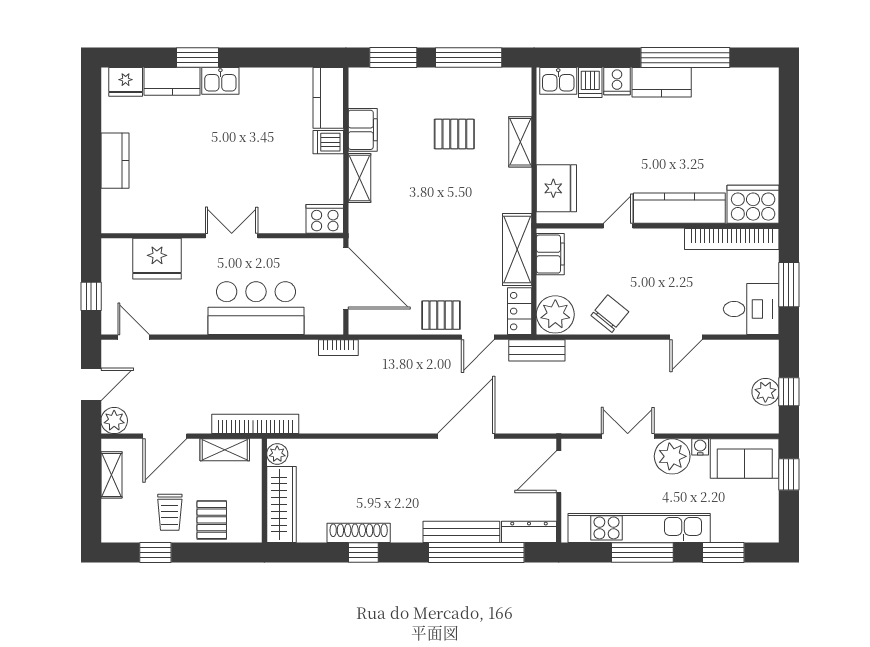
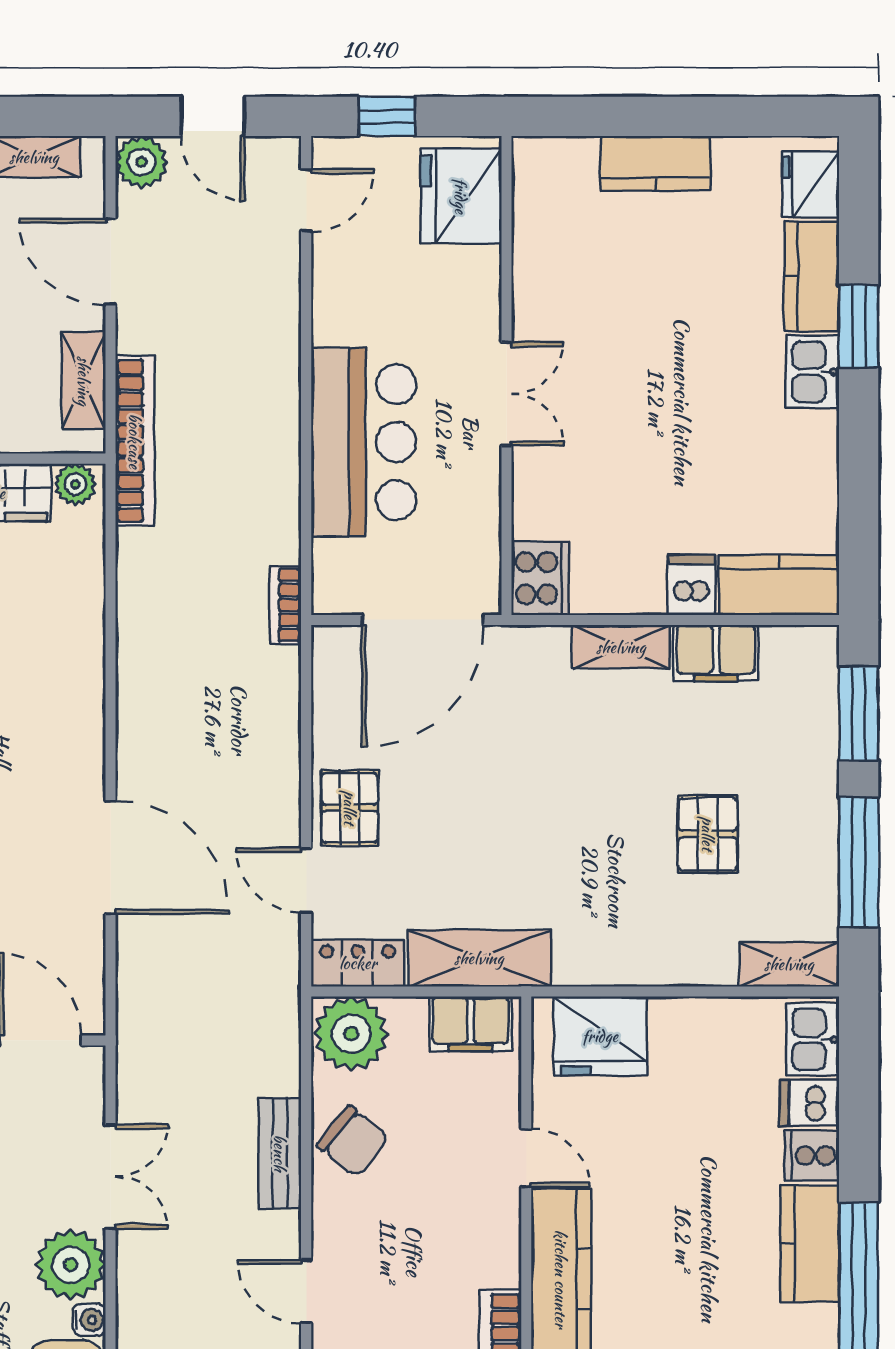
shelving: (520, 142) -> (789, 964), moved
fridge: (157, 259) -> (461, 196), moved
bench: (537, 350) -> (280, 1153), moved

